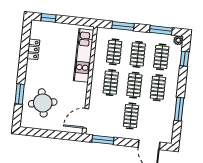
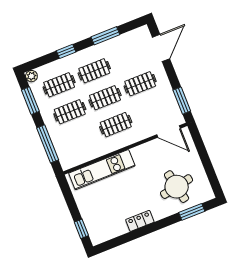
window: (123, 26) -> (48, 144), width x1.44
locker: (33, 49) -> (140, 221), moved
clothes rail: (114, 52) -> (81, 139), removed
window: (185, 59) -> (66, 51), moved
window: (20, 94) -> (192, 212), moved

